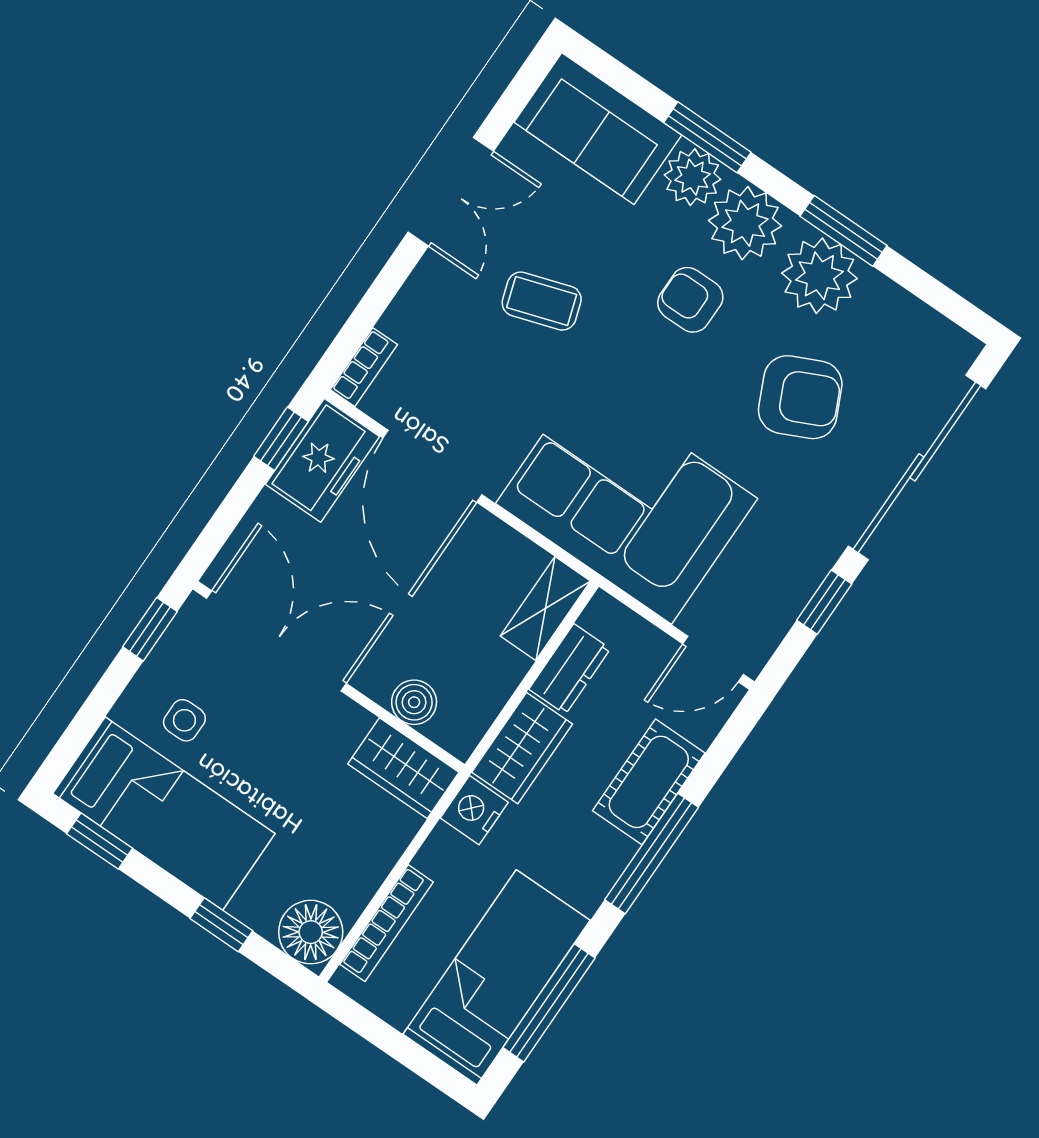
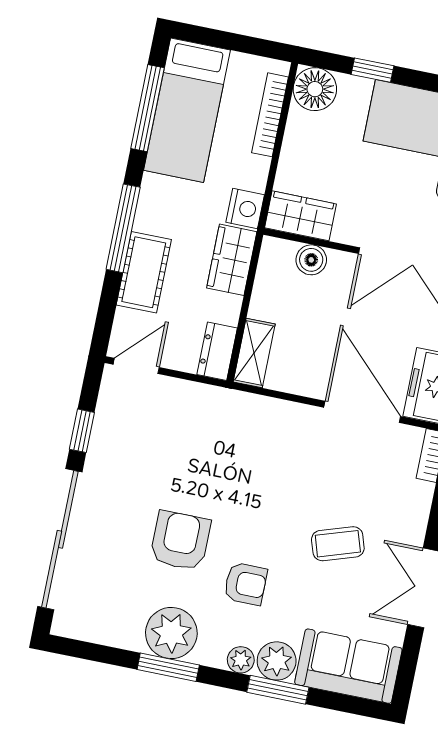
plant: (745, 223) -> (241, 660), width x0.53, depth x0.53
armchair: (800, 397) -> (180, 541), moved, turned 115
corner sofa: (627, 501) -> (232, 442), removed
dresser: (570, 669) -> (217, 351), moved

